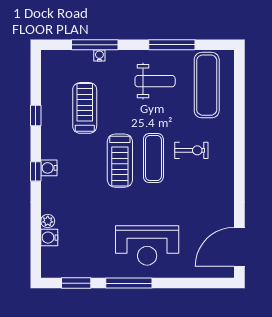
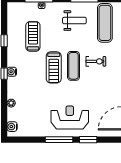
water cooler: (49, 238) -> (12, 127), moved
reception desk: (147, 245) -> (70, 117), turned 180
window: (76, 283) -> (88, 140), moved

